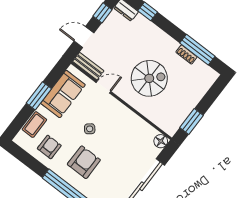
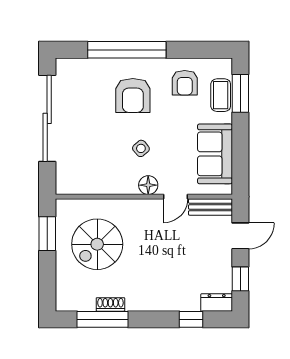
spiral stairs: (149, 78) -> (97, 244), moved
window: (39, 96) -> (240, 93), moved
side table: (90, 129) -> (141, 148), moved
floor lamp: (161, 141) -> (148, 185), moved

